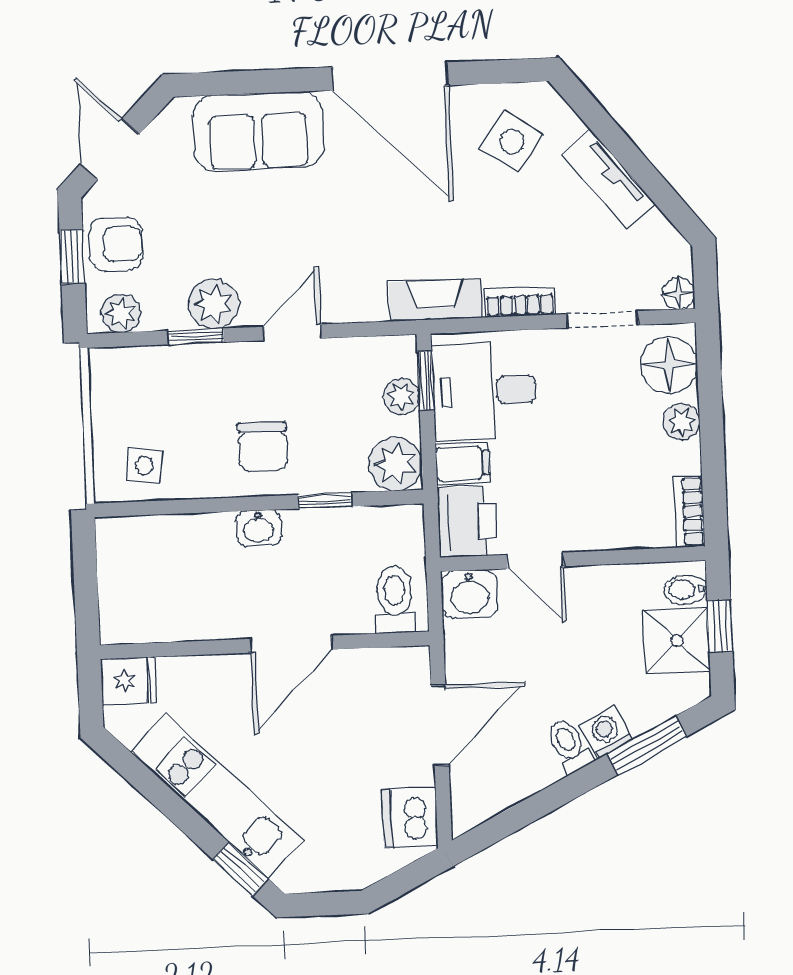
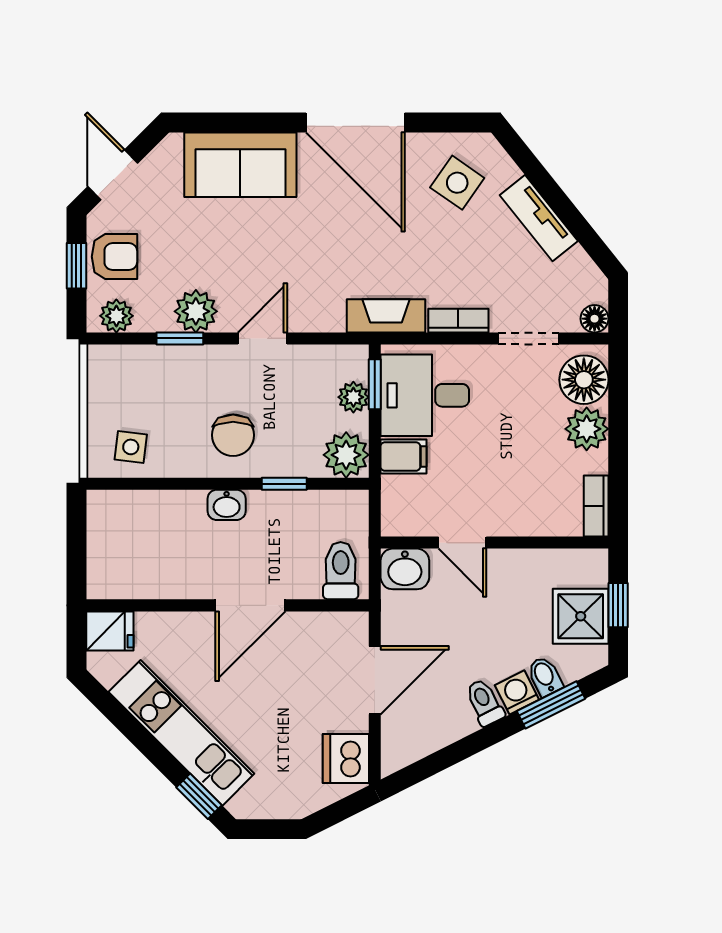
plant: (682, 422) -> (587, 429), width x1.38, depth x1.38
printer: (467, 522) -> (405, 507), removed
bidet: (685, 590) -> (545, 676), moved, turned 63

